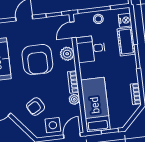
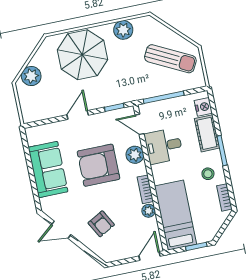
stool: (98, 19) -> (208, 174), moved
door: (73, 30) -> (140, 124), hinge flipped
armchair: (37, 60) -> (98, 165), turned 90
armchair: (36, 107) -> (101, 224), turned -89
side table: (53, 125) -> (125, 245), removed

